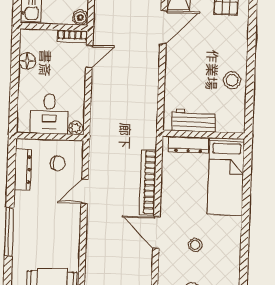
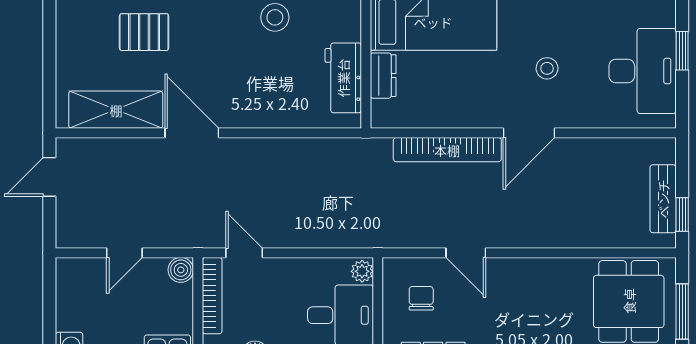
bookcase: (72, 36) -> (212, 296), width x1.56
dresser: (188, 145) -> (383, 76), width x0.70

